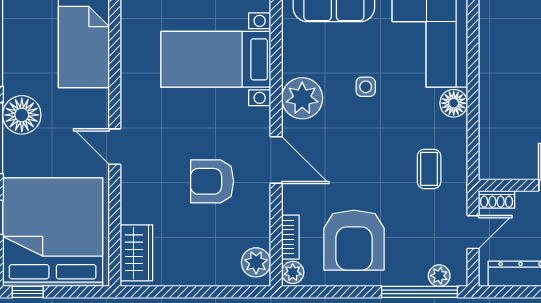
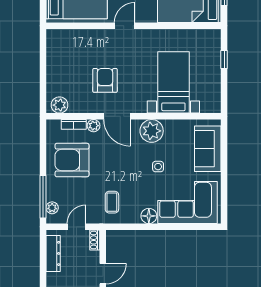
door: (276, 160) -> (117, 116), hinge flipped
coffee table: (429, 169) -> (112, 202), turned 90
door: (473, 232) -> (77, 227), swing flipped
wardrobe: (136, 253) -> (65, 38), removed
plant: (293, 272) -> (94, 126), moved

